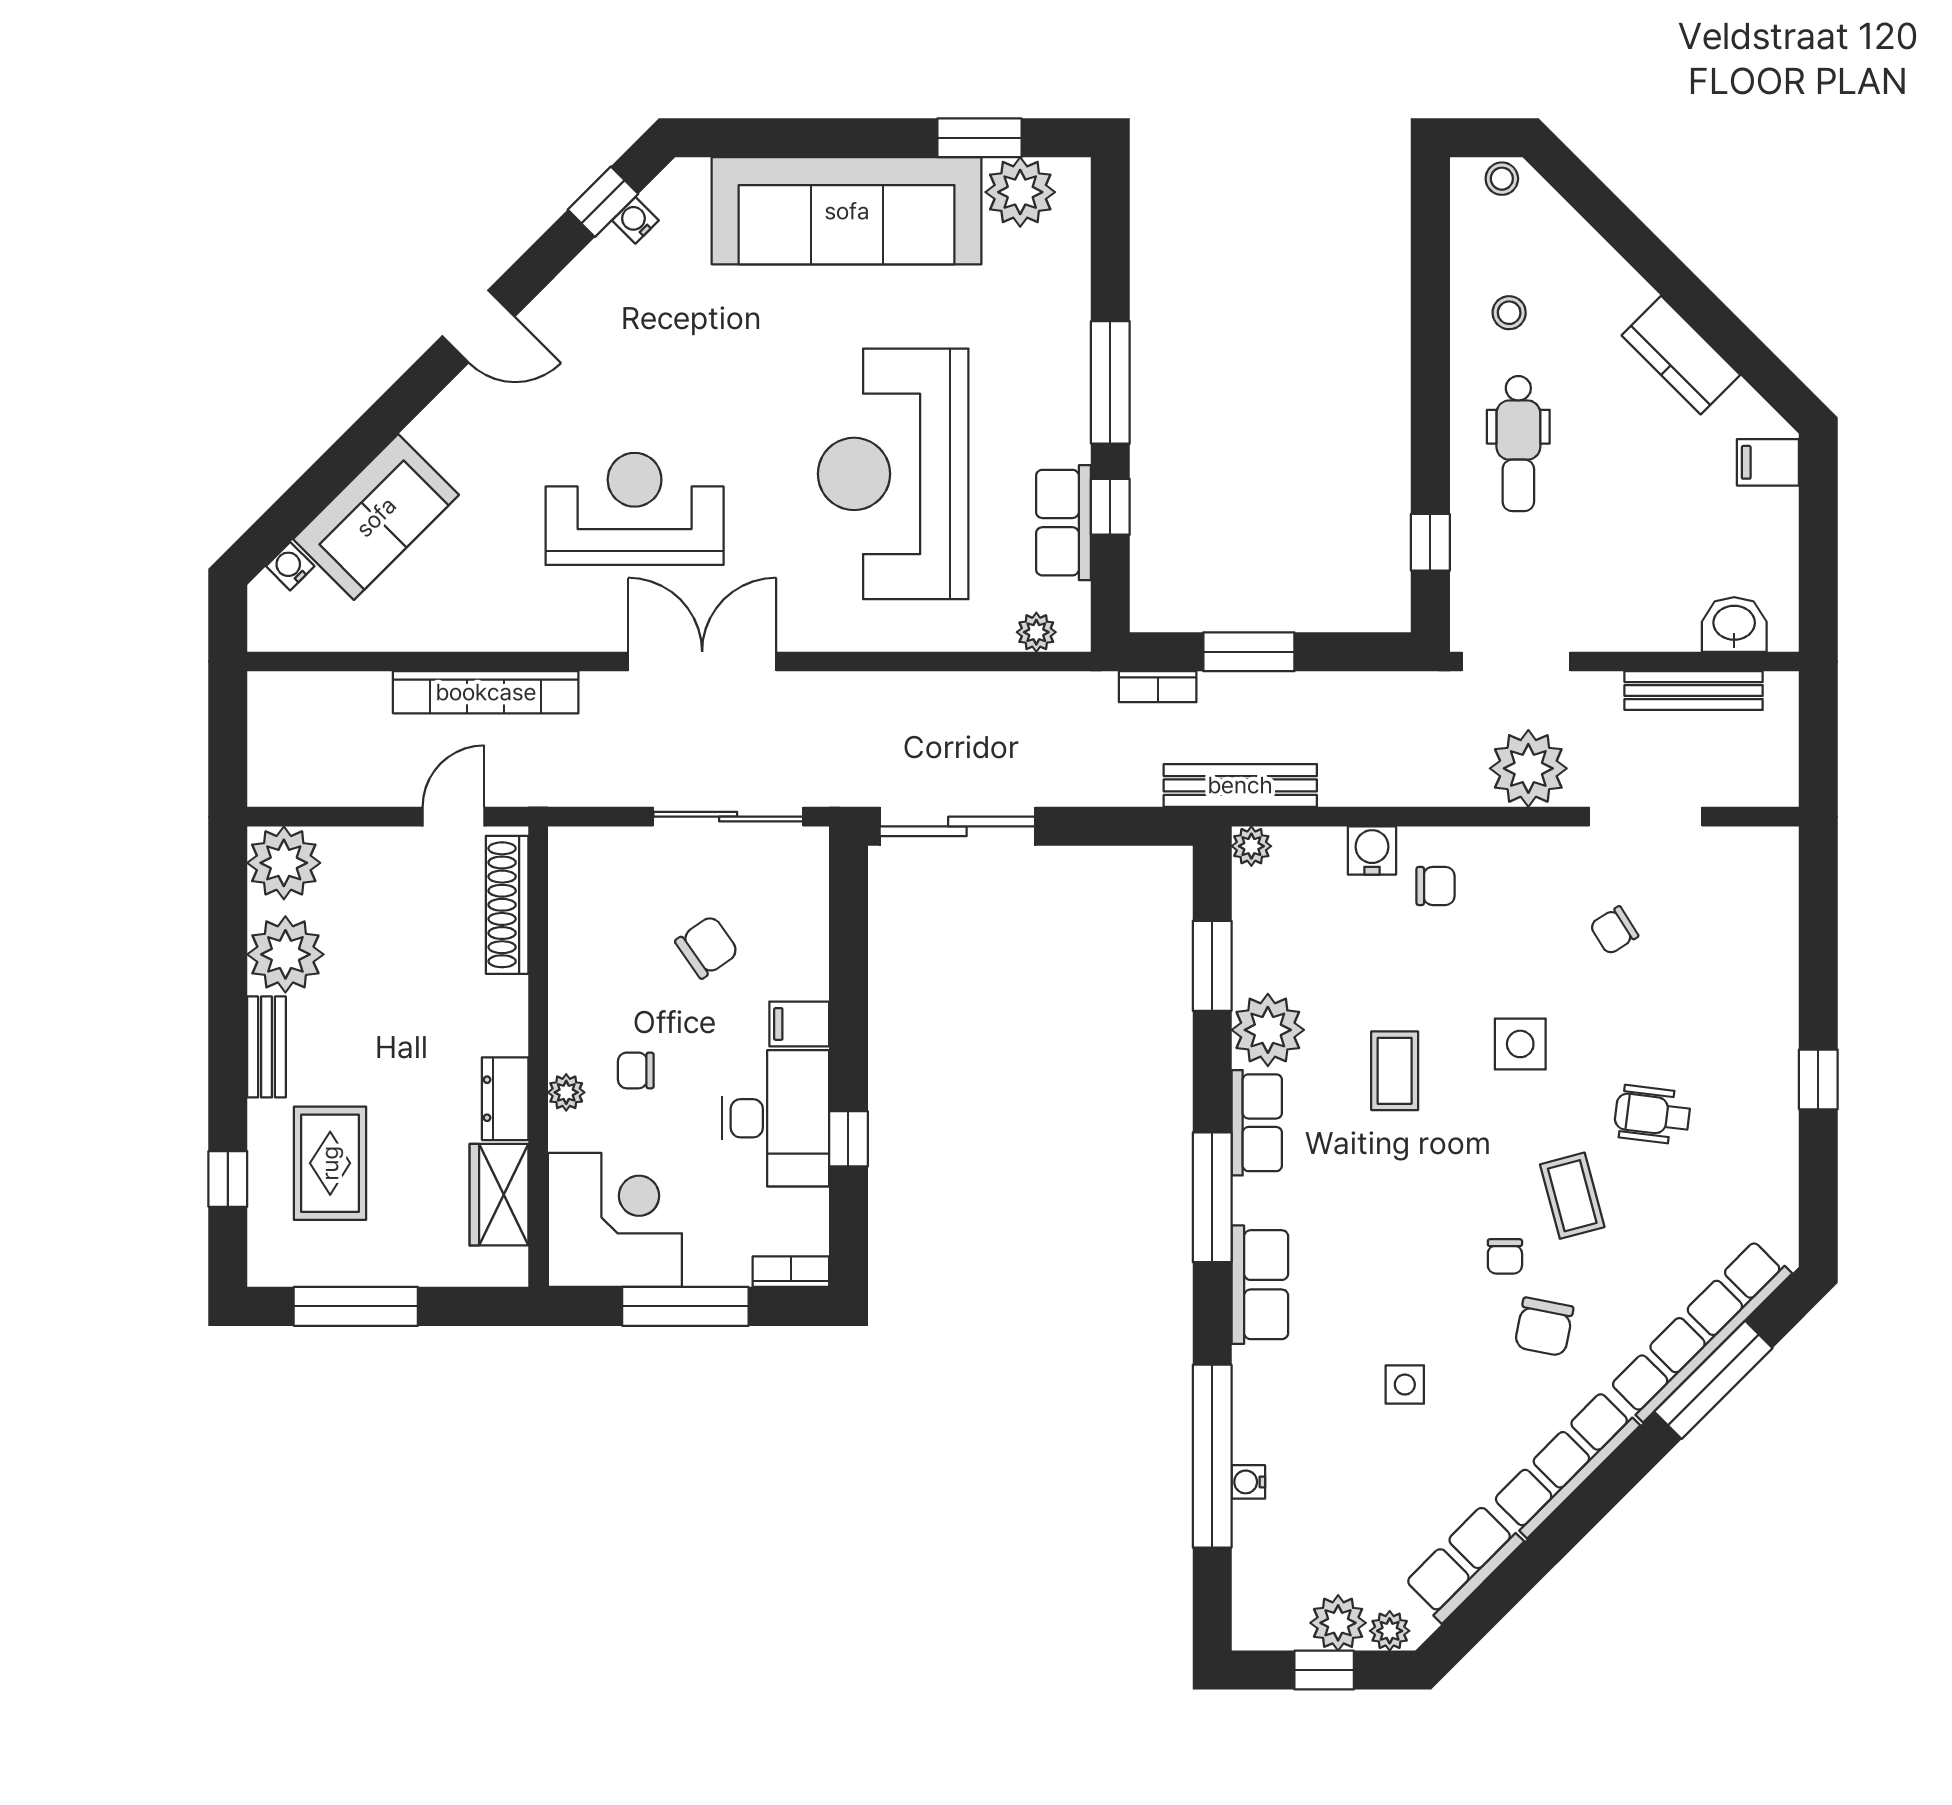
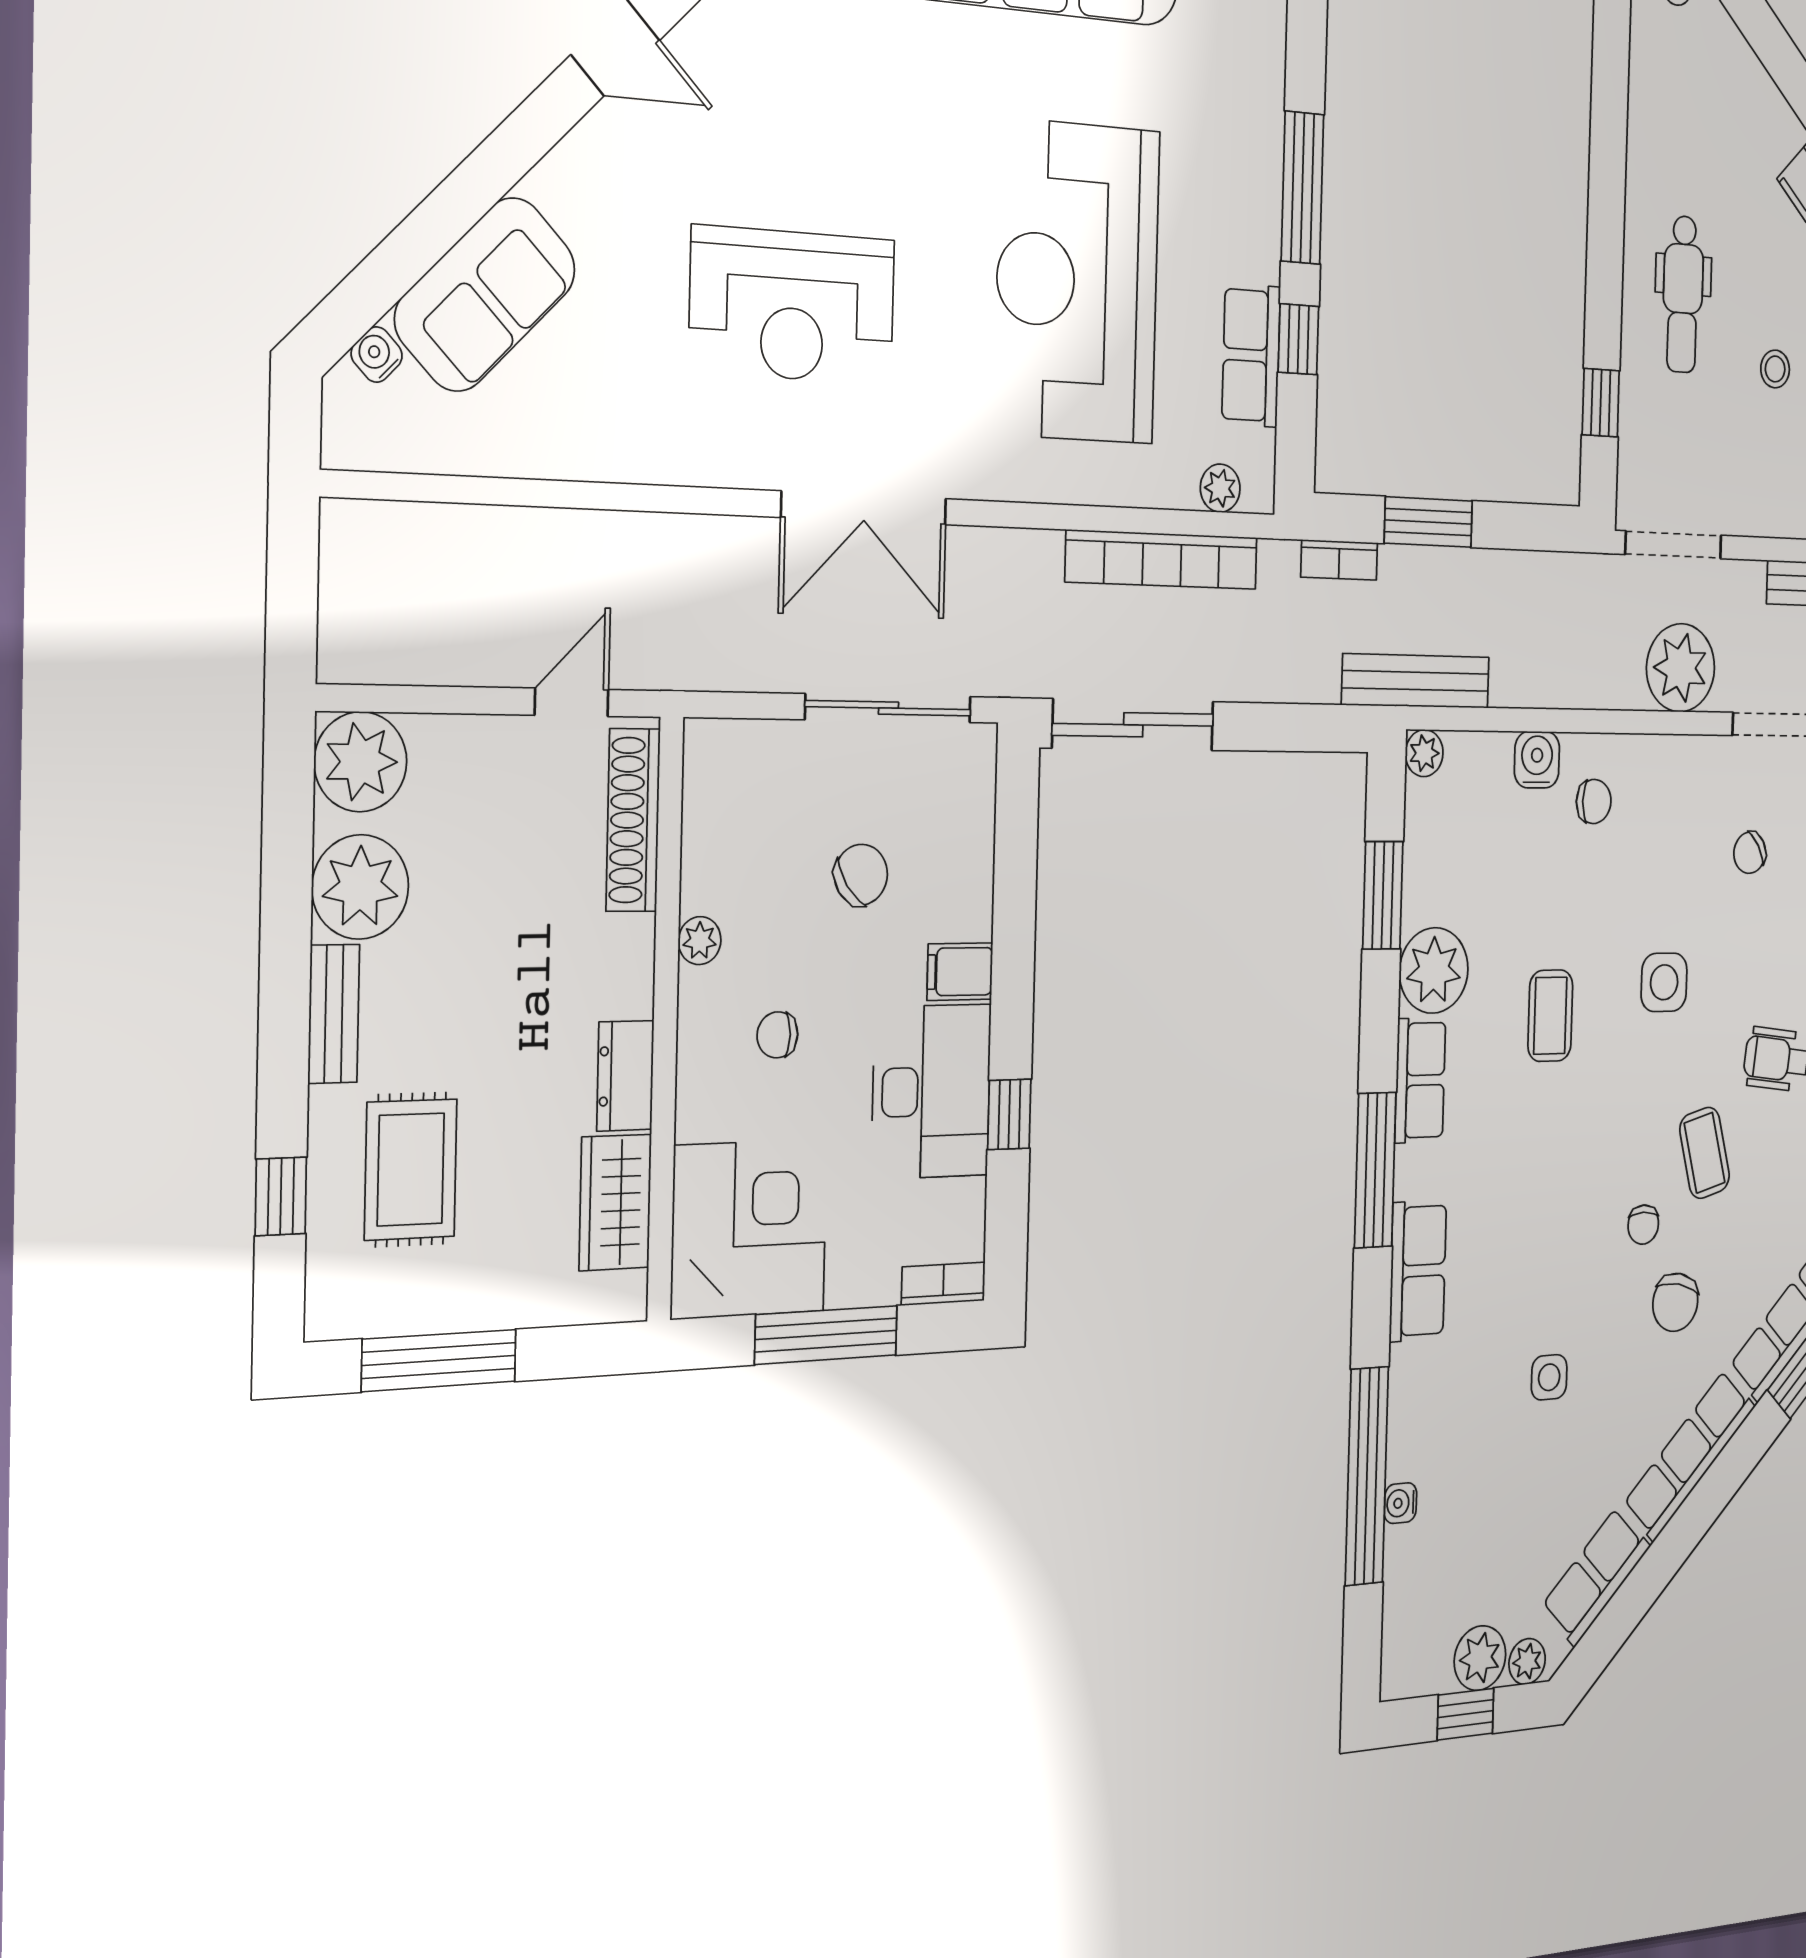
stool: (1509, 313) -> (1775, 369), moved
reception desk: (635, 509) -> (793, 305), turned 180
double door: (702, 661) -> (864, 508), swing flipped
bookcase: (486, 692) -> (1162, 560), moved
plant: (566, 1092) -> (700, 941), moved

